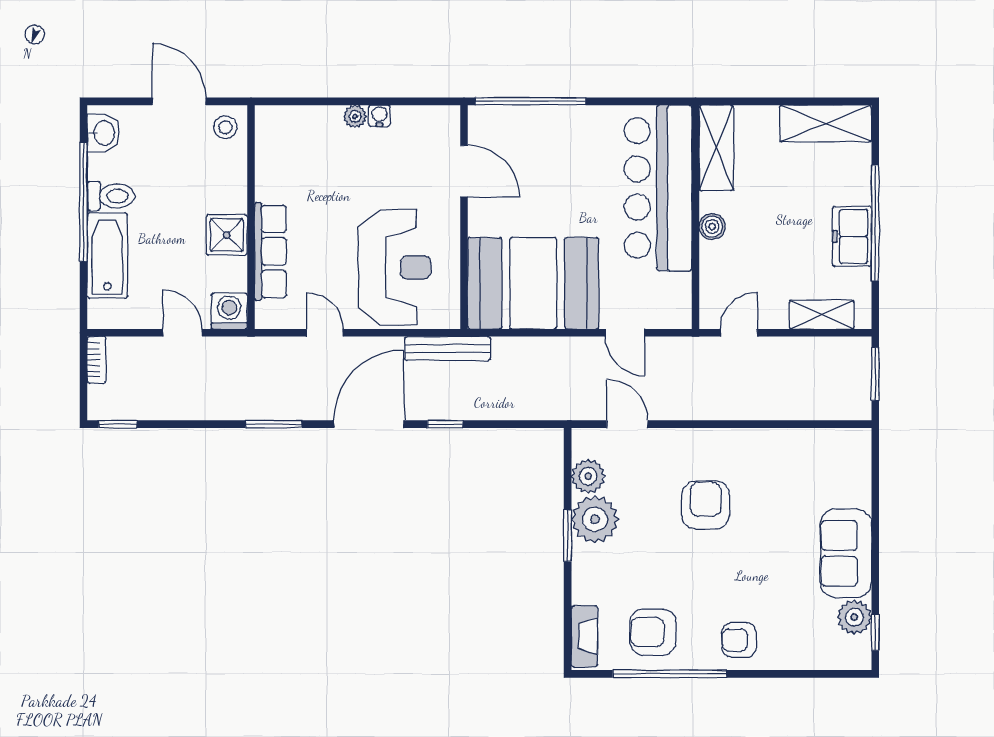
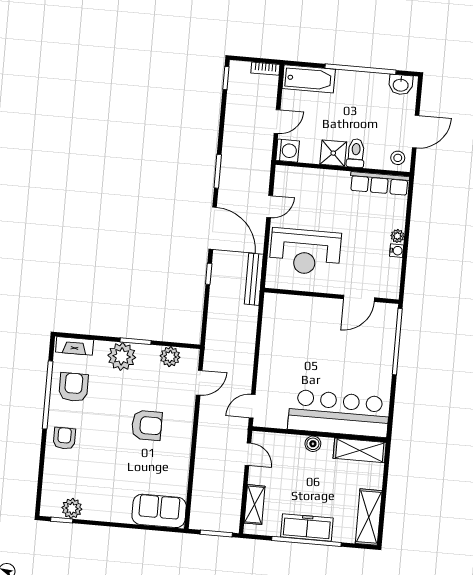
toilet: (111, 196) -> (356, 153), moved, turned 180
freezer: (852, 236) -> (307, 527), width x1.40
row of seats: (270, 251) -> (379, 183), moved
bathtub: (107, 256) -> (309, 79), moved
booth: (533, 283) -> (288, 334), removed
door: (625, 333) -> (252, 406), moved
plant: (595, 519) -> (122, 356), moved
sofa: (846, 553) -> (159, 511), moved

